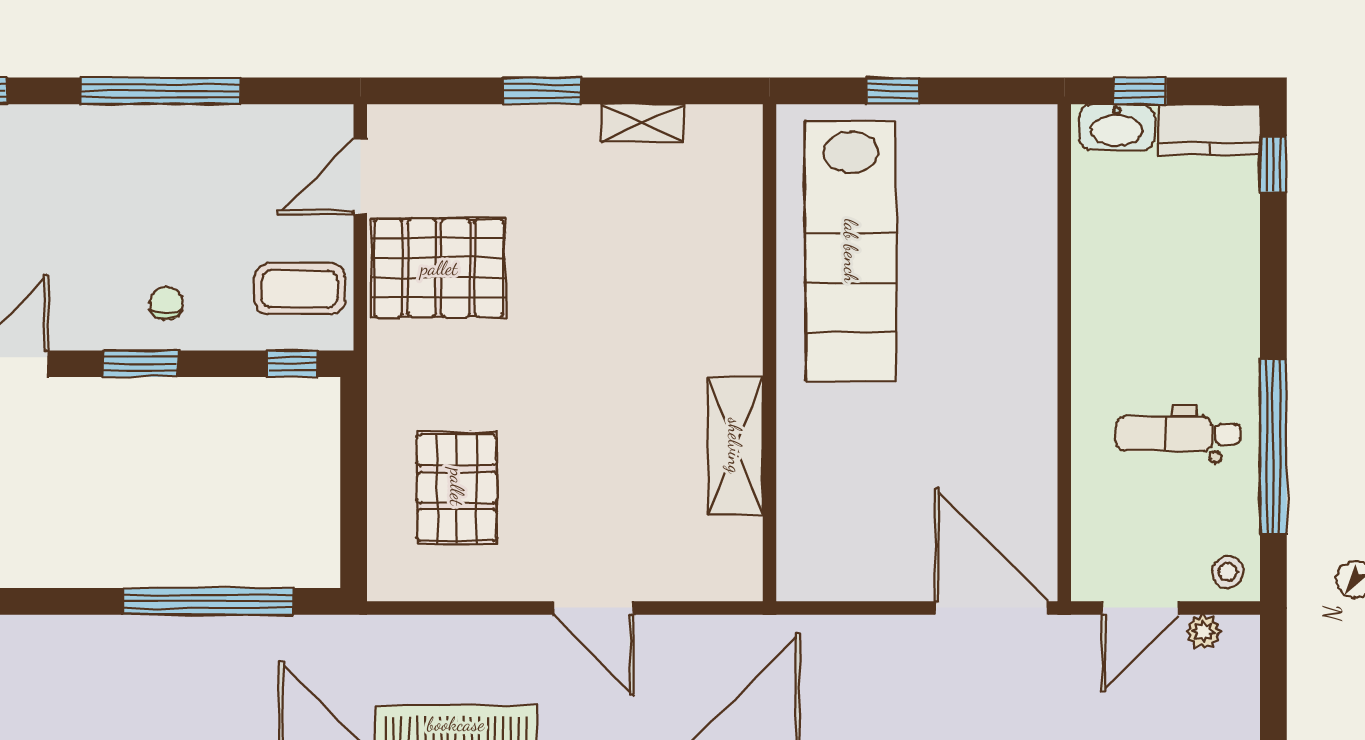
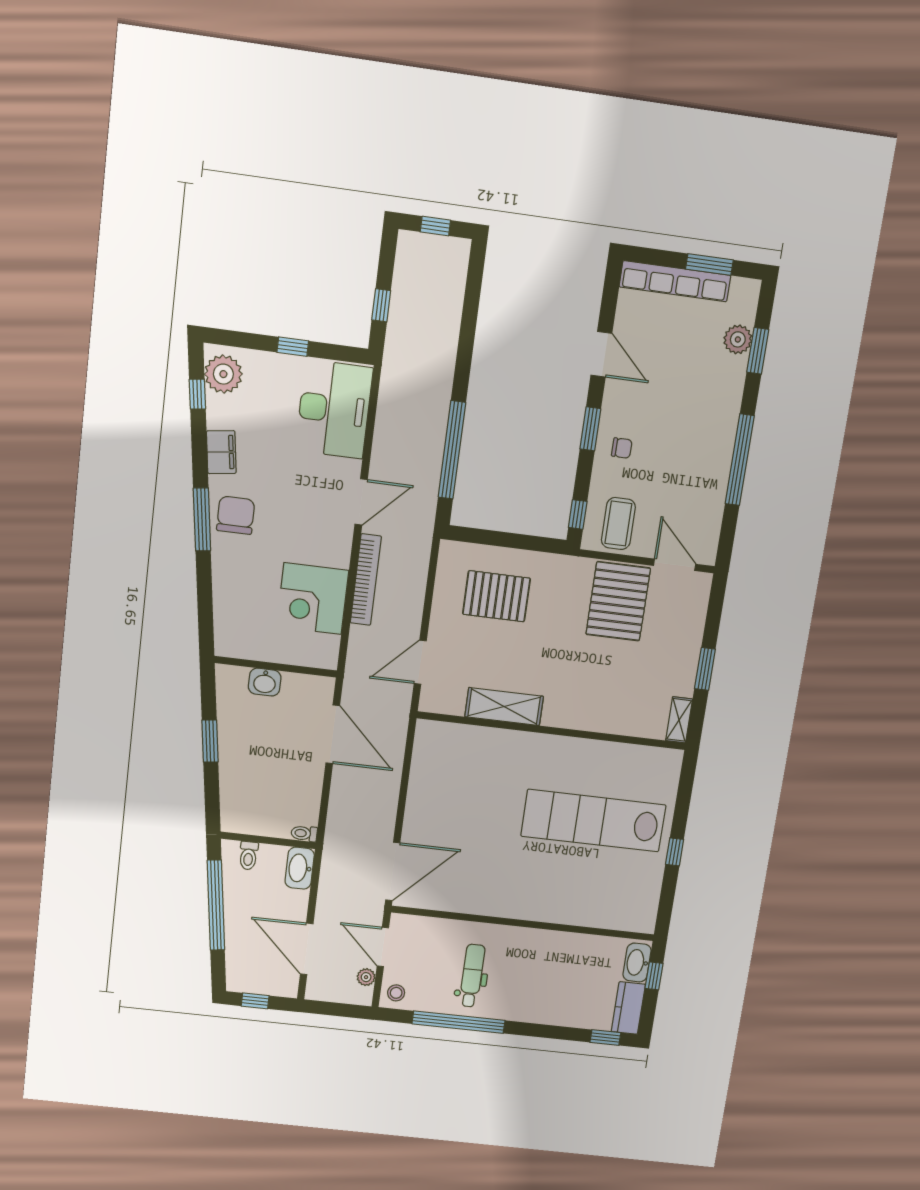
wall: (770, 353) -> (552, 731), moved
shelving: (735, 446) -> (504, 707), moved

